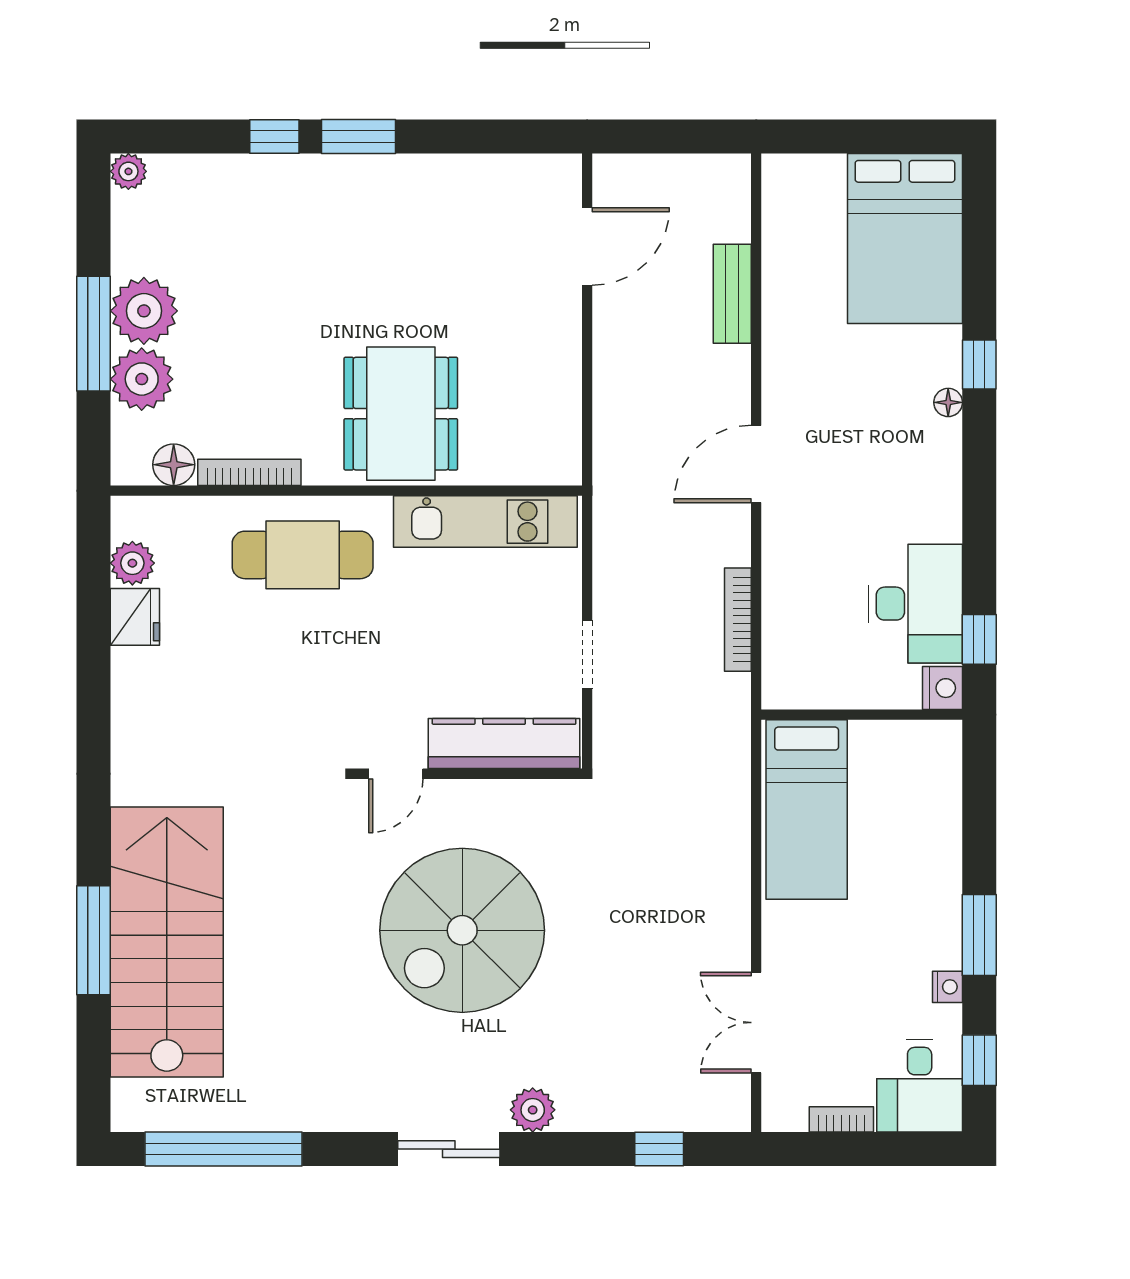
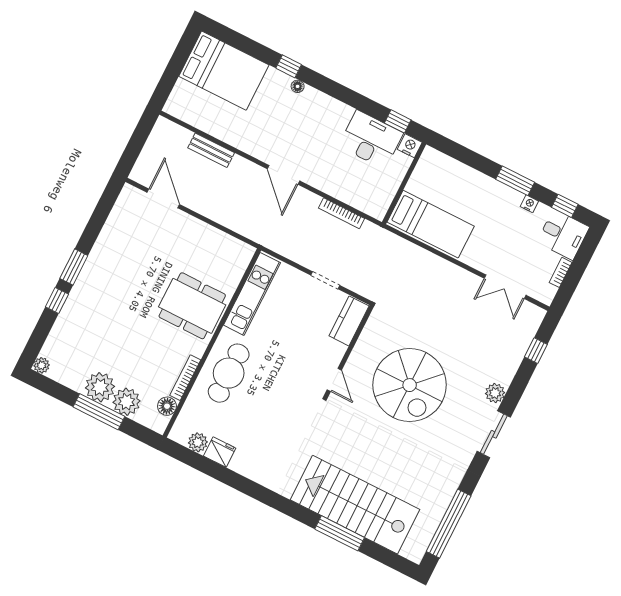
kitchen counter: (504, 744) -> (349, 321), width x0.67

